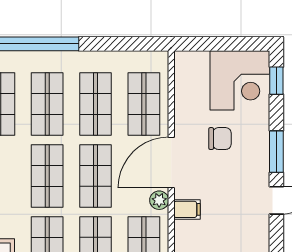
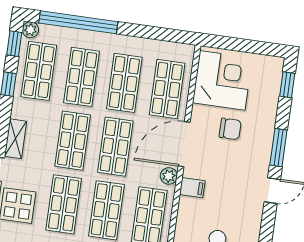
corner desk: (240, 80) -> (222, 80), moved, turned -90

